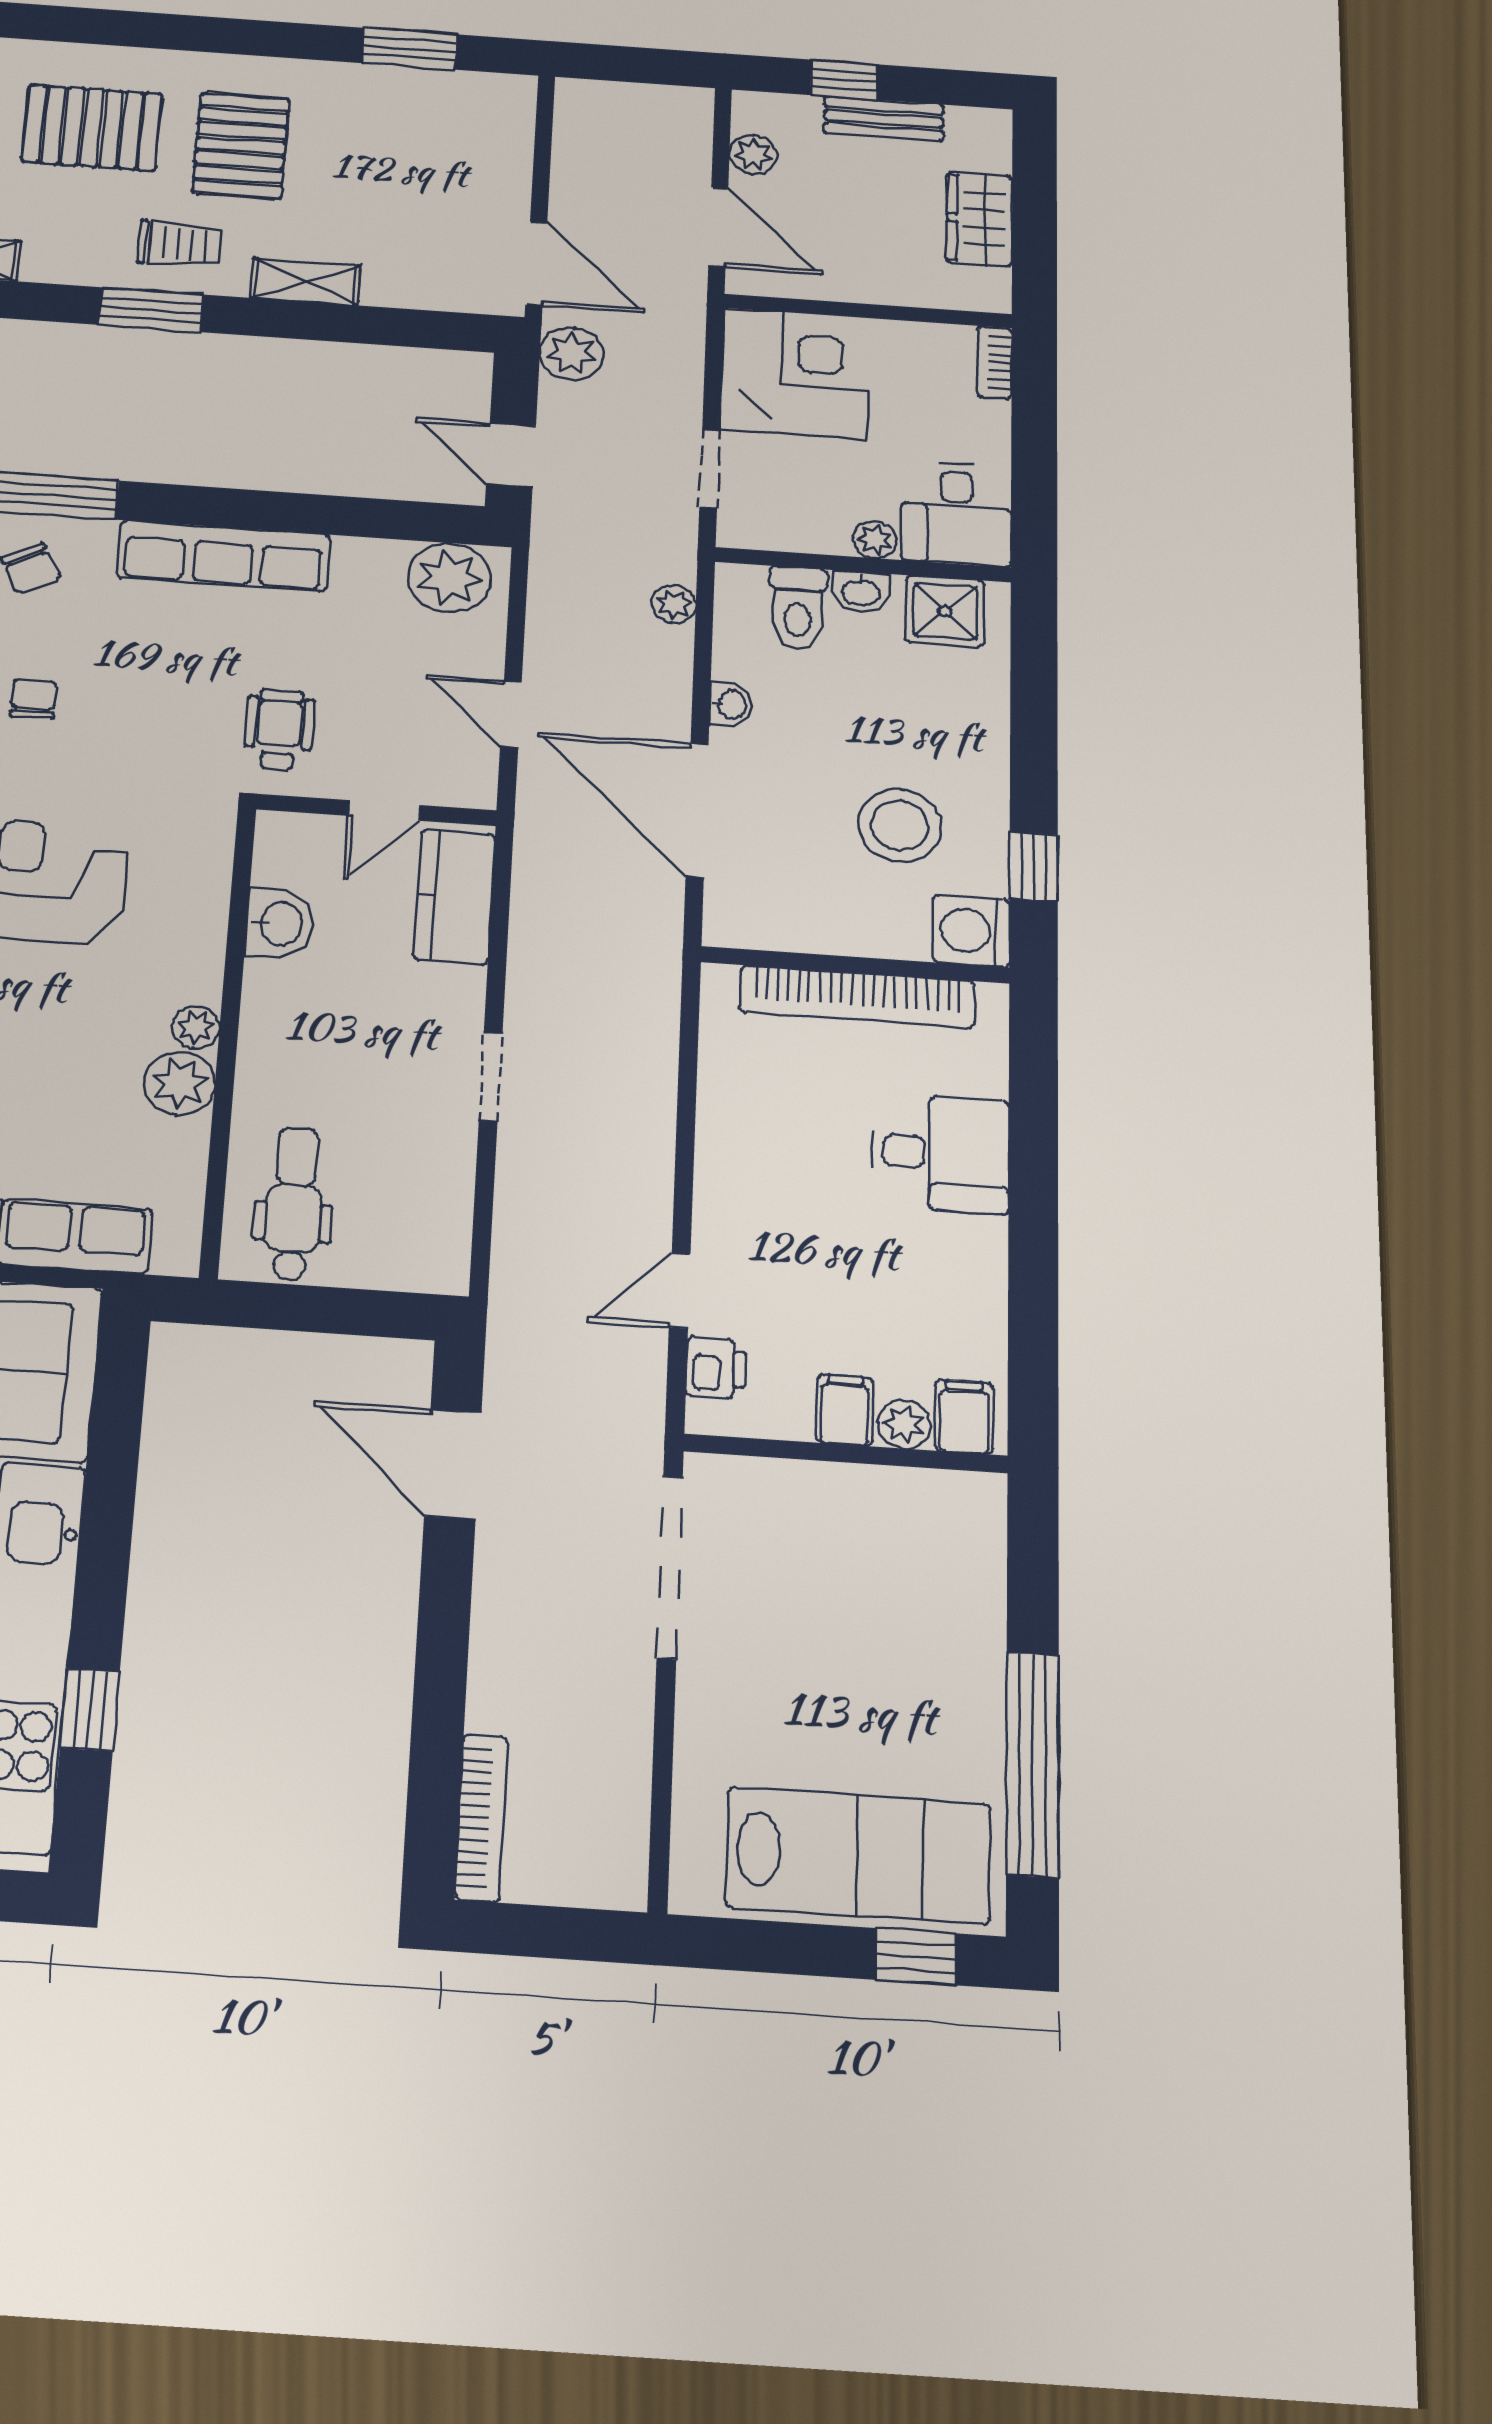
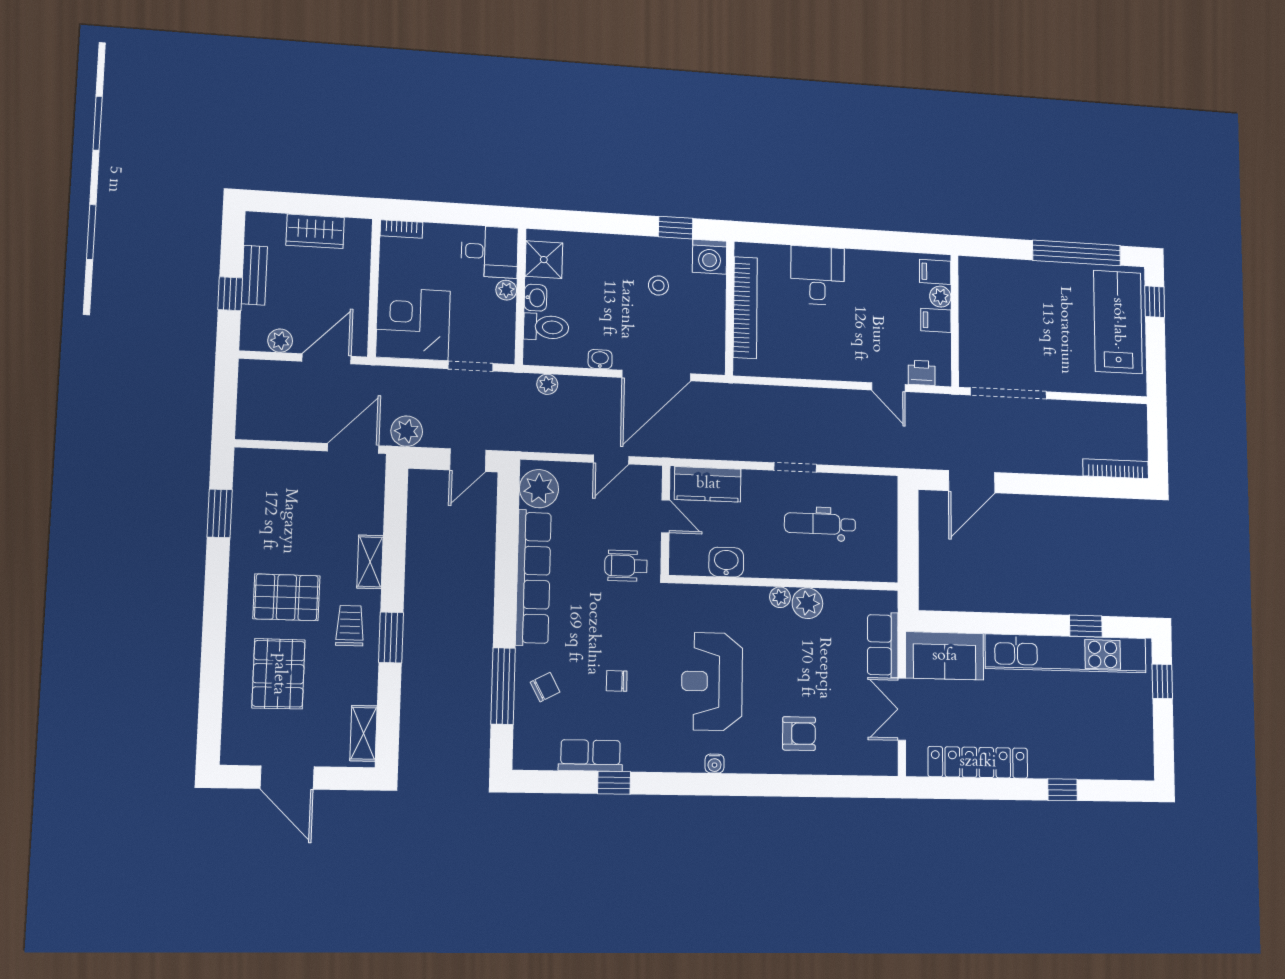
row of seats: (223, 556) -> (533, 578), width x1.36
stool: (900, 825) -> (658, 285), width x0.53, depth x0.53
dental chair: (294, 1203) -> (820, 524), moved

